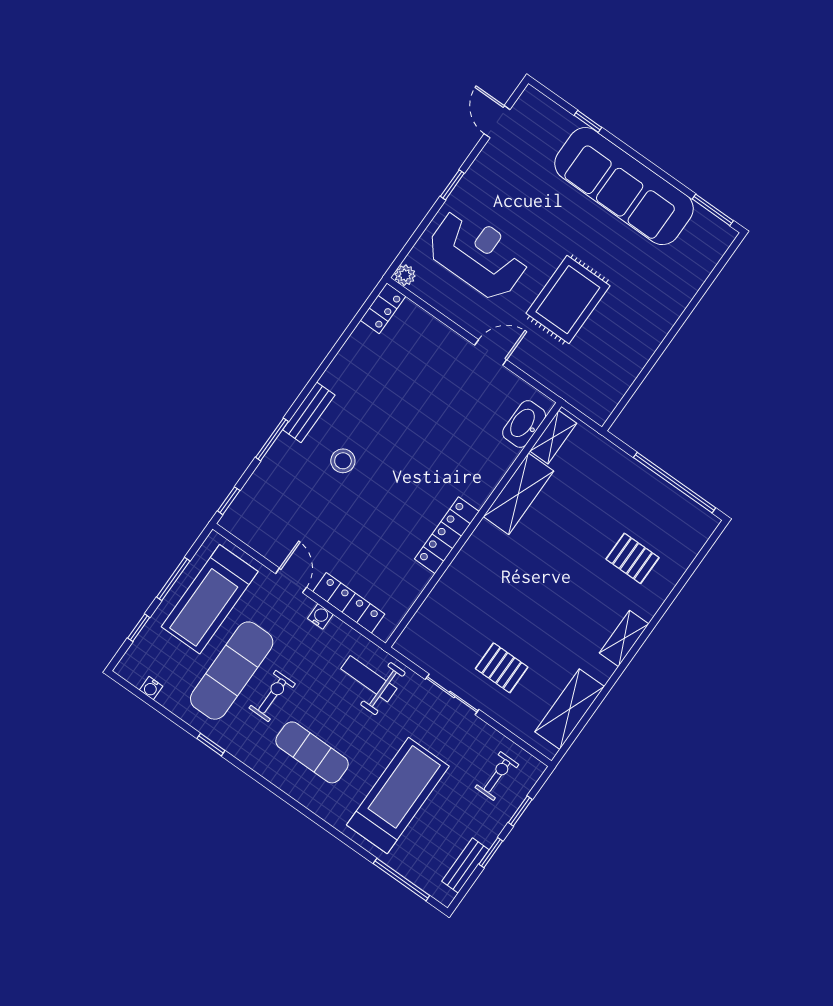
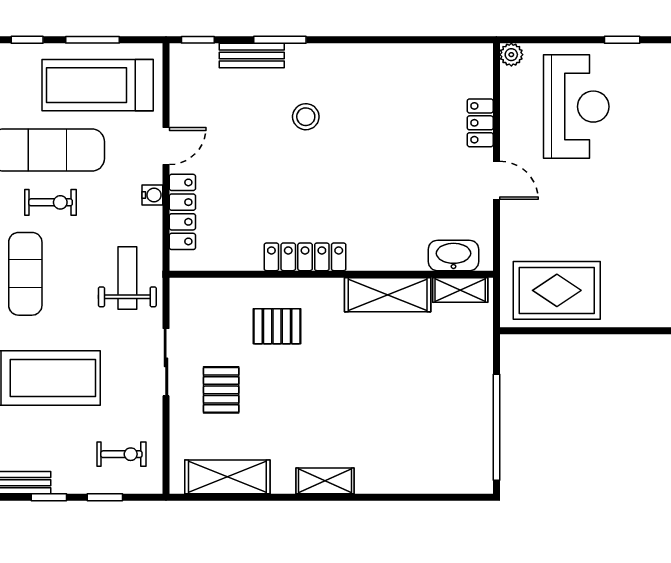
rug: (568, 300) -> (557, 290), moved
locker: (383, 308) -> (480, 123), moved, turned 90
bench: (309, 412) -> (252, 55), moved
pallet: (632, 558) -> (277, 326), moved, turned 90

